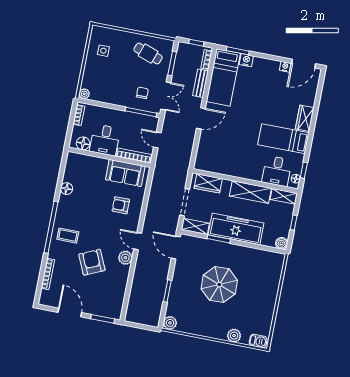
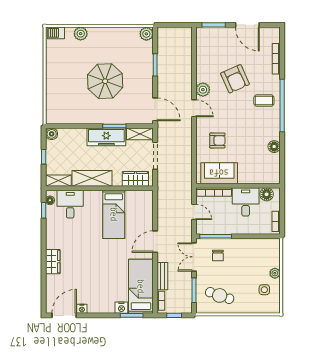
plant: (84, 94) -> (275, 273), moved
bed: (283, 139) -> (114, 214), moved, turned 90
freezer: (236, 229) -> (106, 137), width x0.73, depth x0.79

